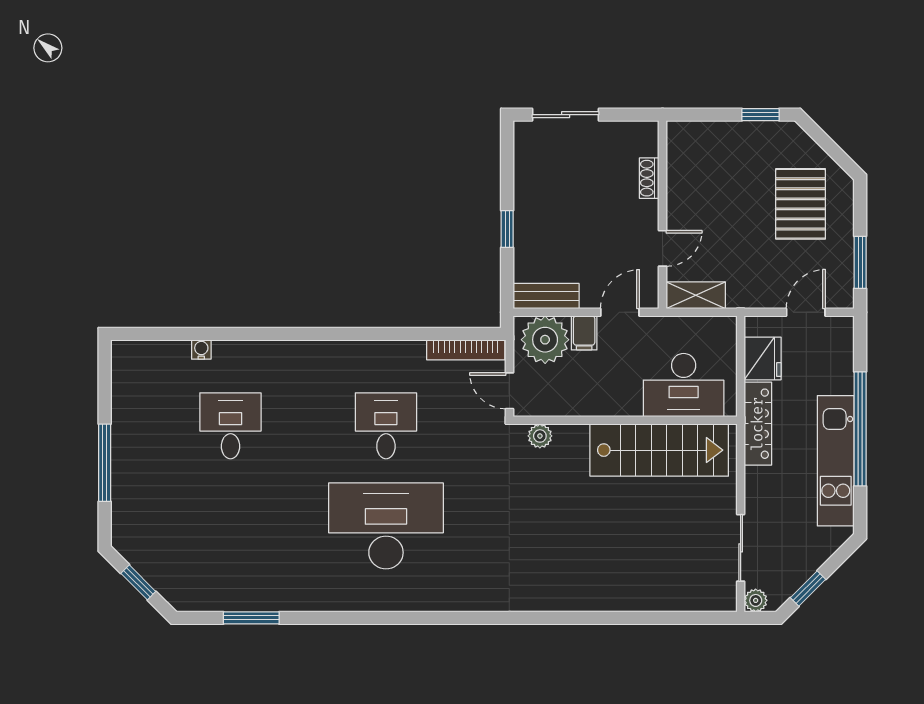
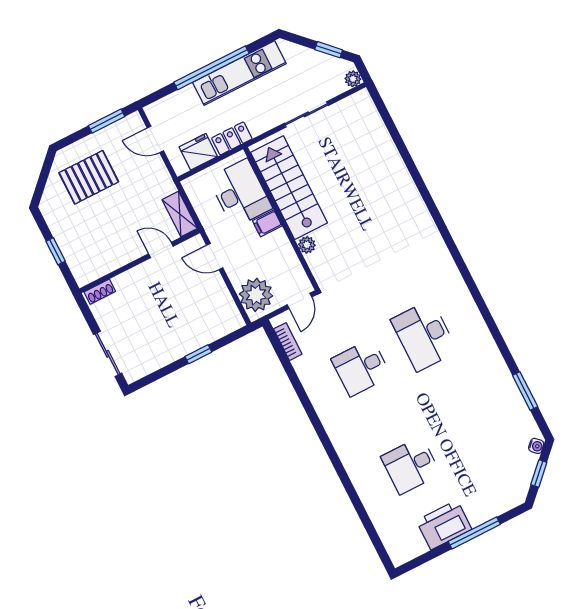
window: (761, 115) -> (56, 251), moved
shoe rack: (649, 178) -> (100, 292), moved
bench: (546, 296) -> (228, 308), removed
filing cabinet: (584, 333) -> (267, 223), moved, turned 180
water cooler: (201, 350) -> (536, 446), moved, turned -135
bookcase: (466, 350) -> (288, 342), width x0.64
locker: (758, 424) -> (232, 138), width x0.66
printer: (134, 430) -> (444, 525), added
plant: (540, 436) -> (307, 245), moved
desk: (386, 526) -> (424, 336), width x0.73, depth x0.77
sliding door: (741, 548) -> (306, 114), moved

